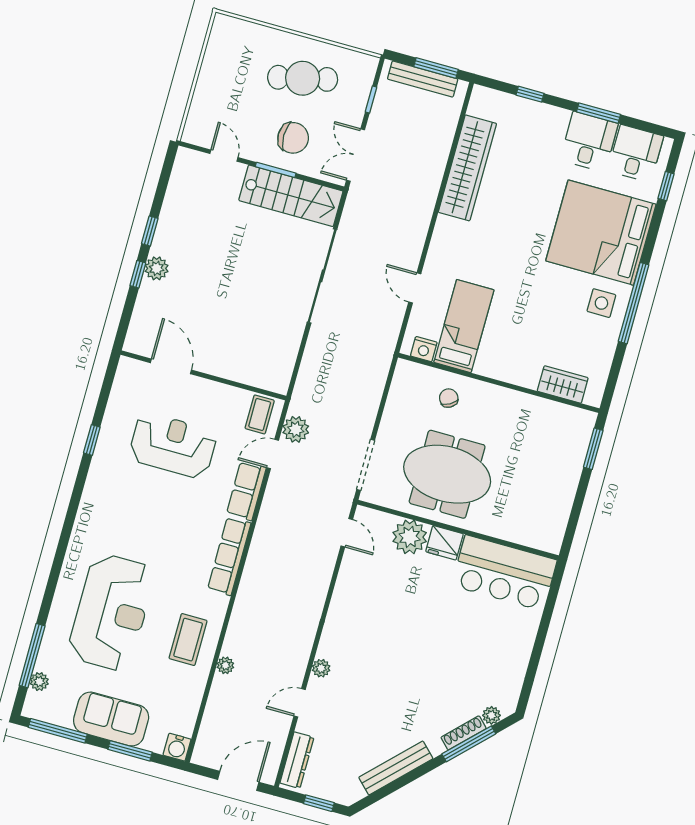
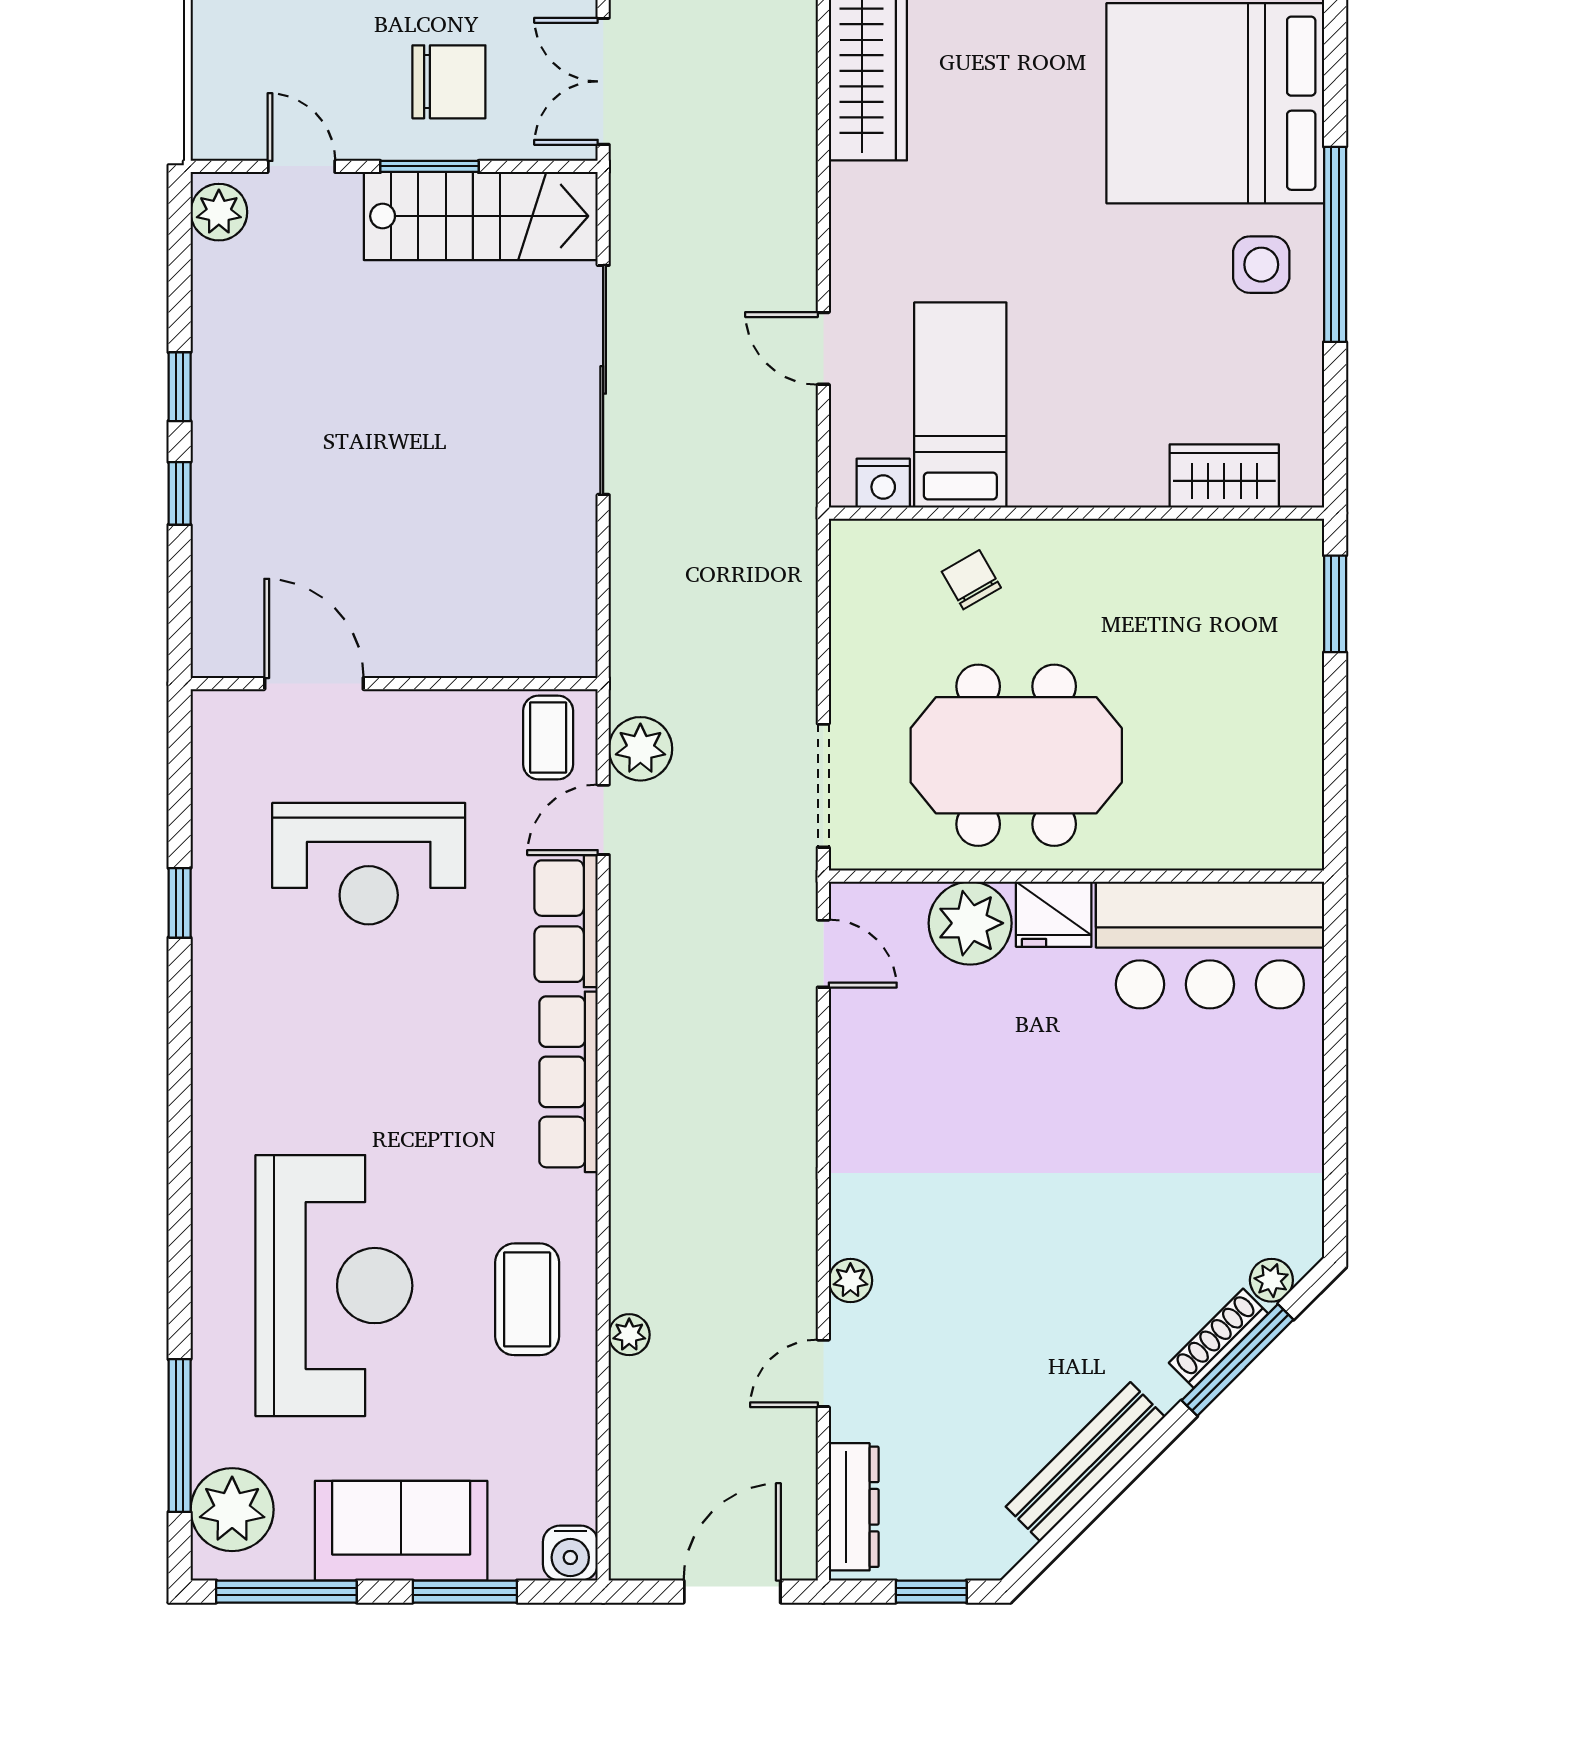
plant: (157, 268) -> (219, 212), moved
reception desk: (173, 445) -> (369, 864), turned 180
plant: (39, 682) -> (232, 1510), width x1.87, depth x1.87

